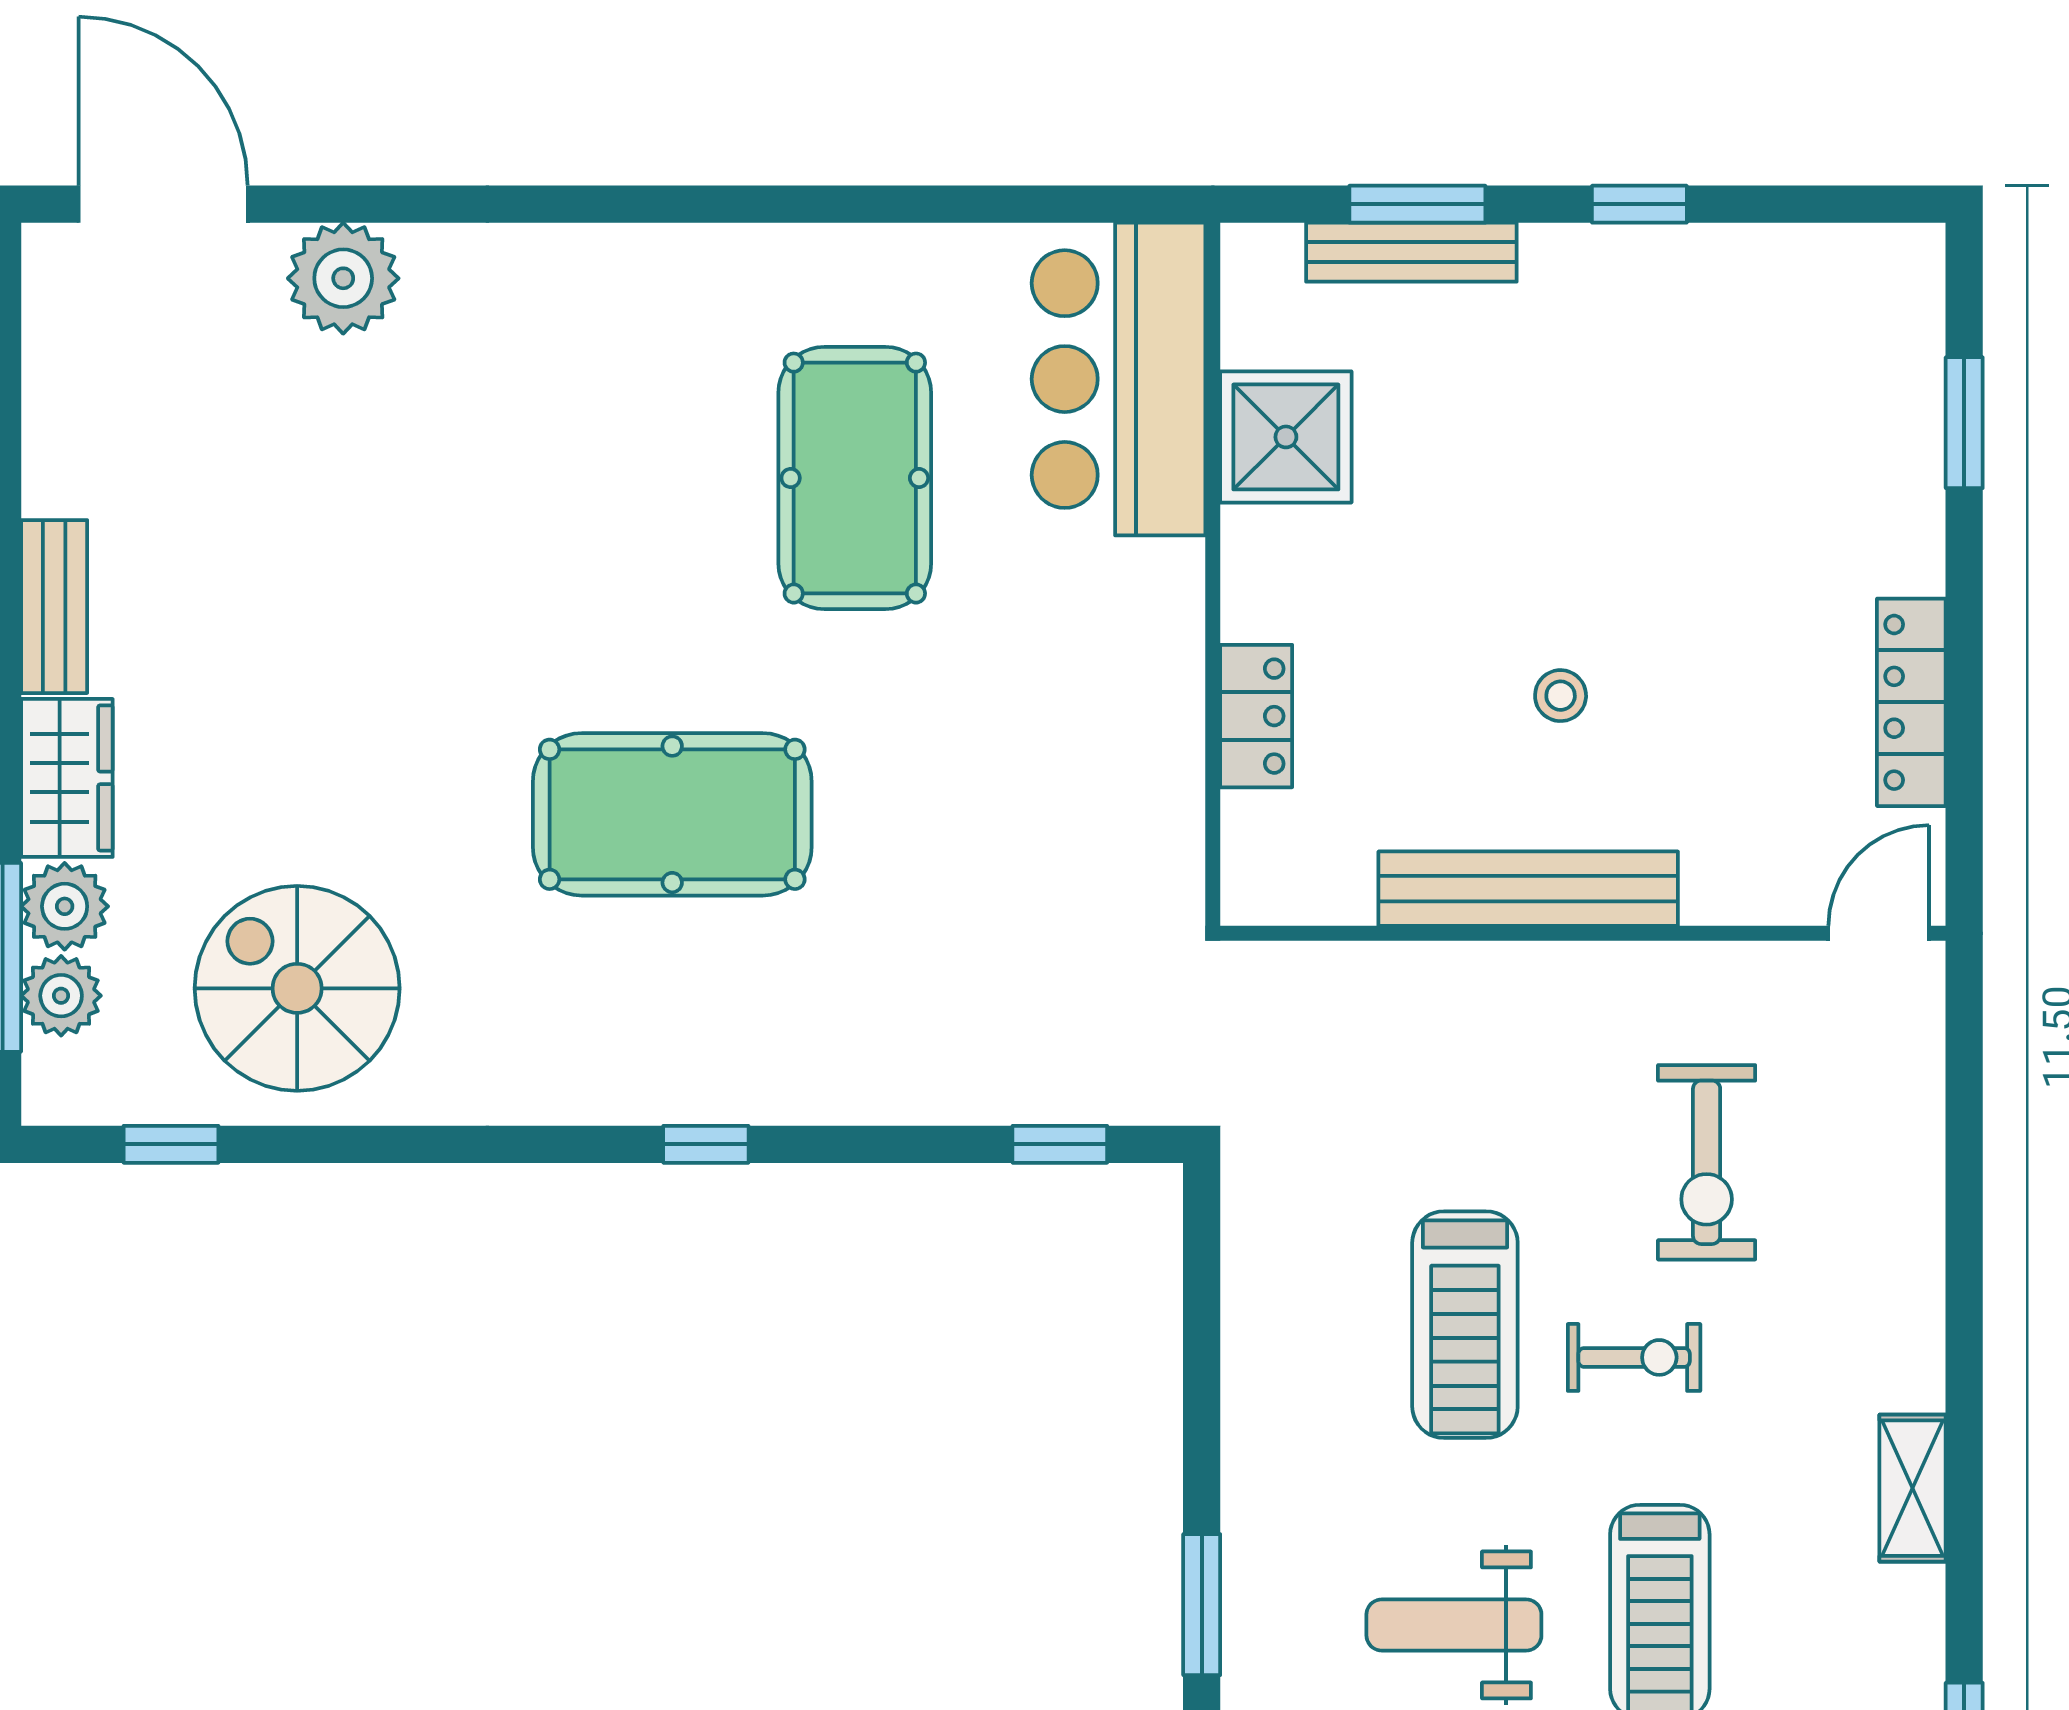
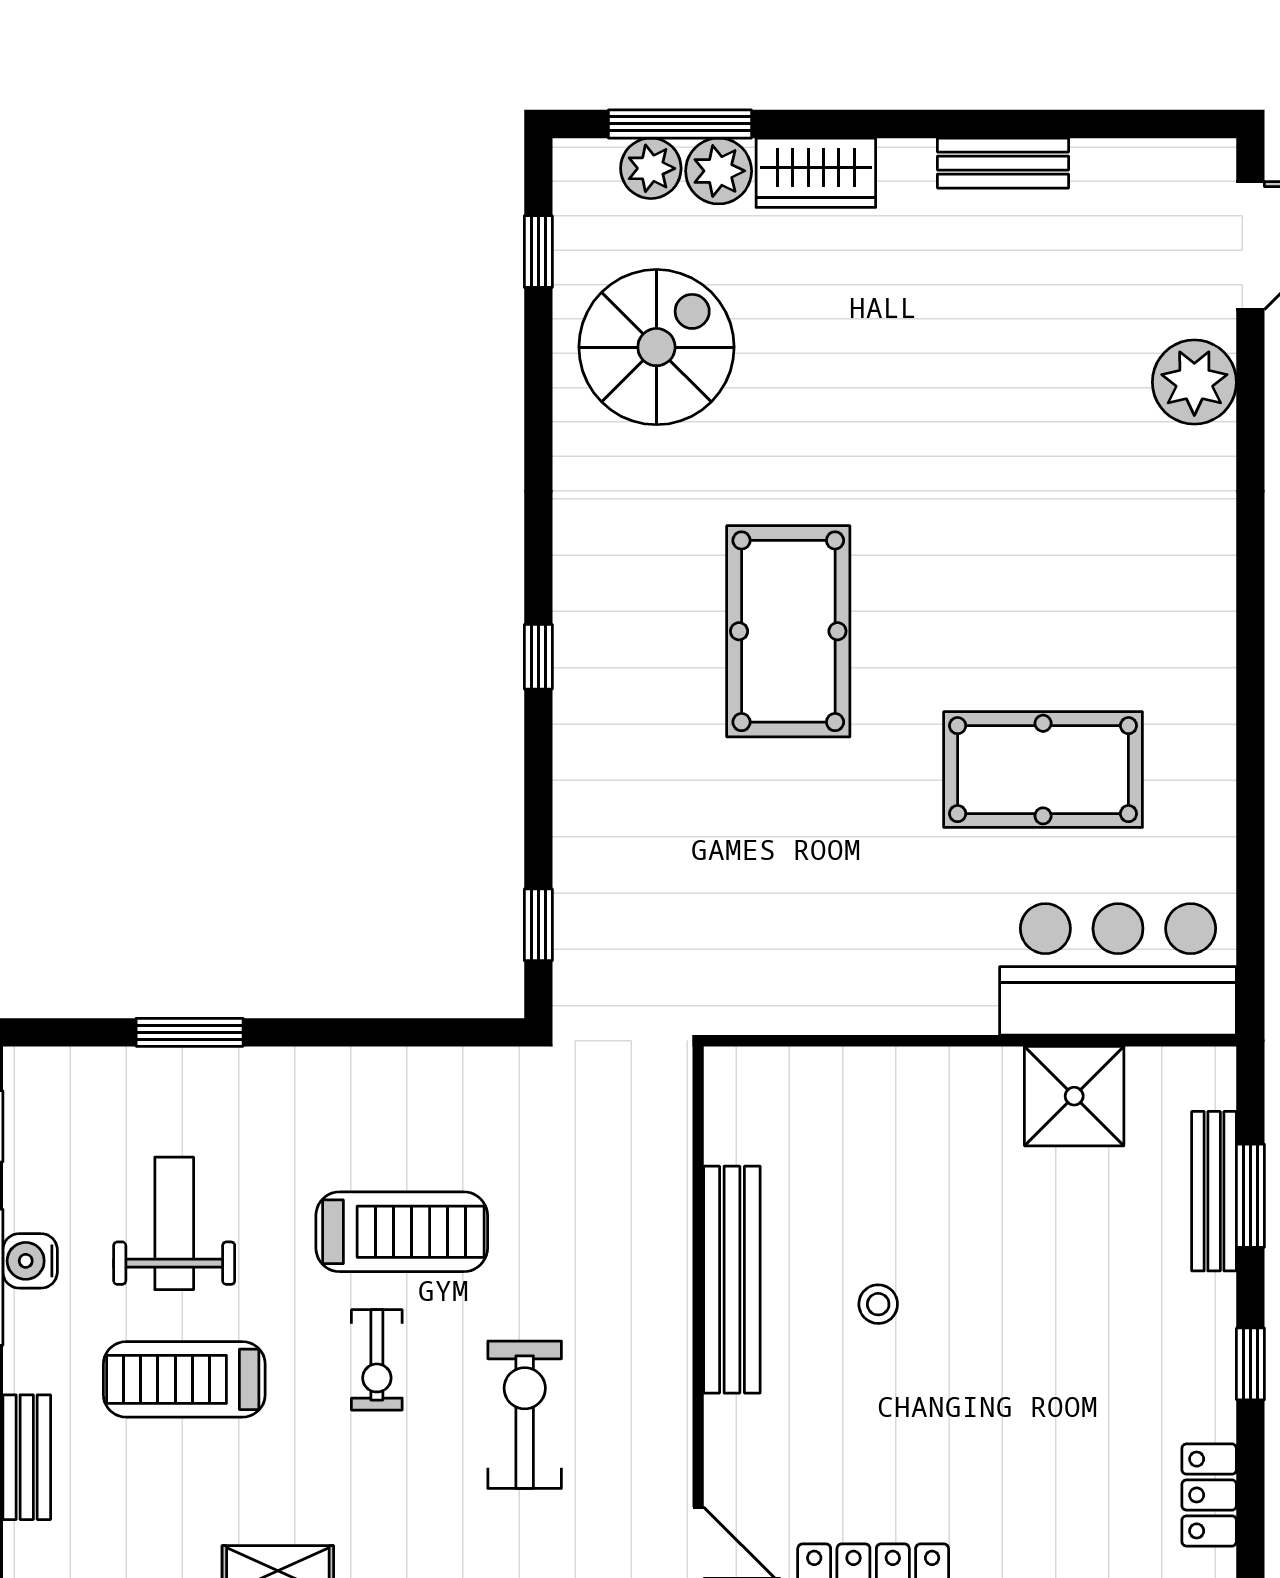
bench: (54, 607) -> (1003, 163), moved
locker: (1256, 716) -> (1209, 1495), moved, turned 90
exercise bike: (1707, 1162) -> (525, 1415), turned 90
treadmill: (1465, 1325) -> (402, 1232), turned 180

